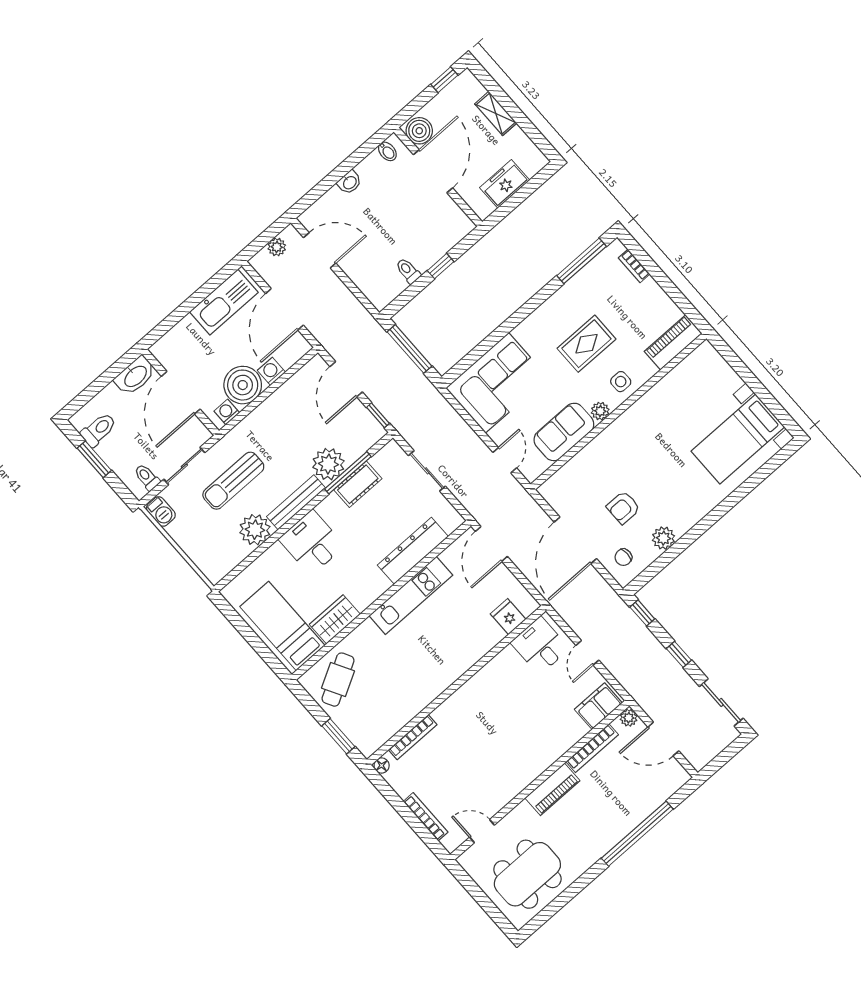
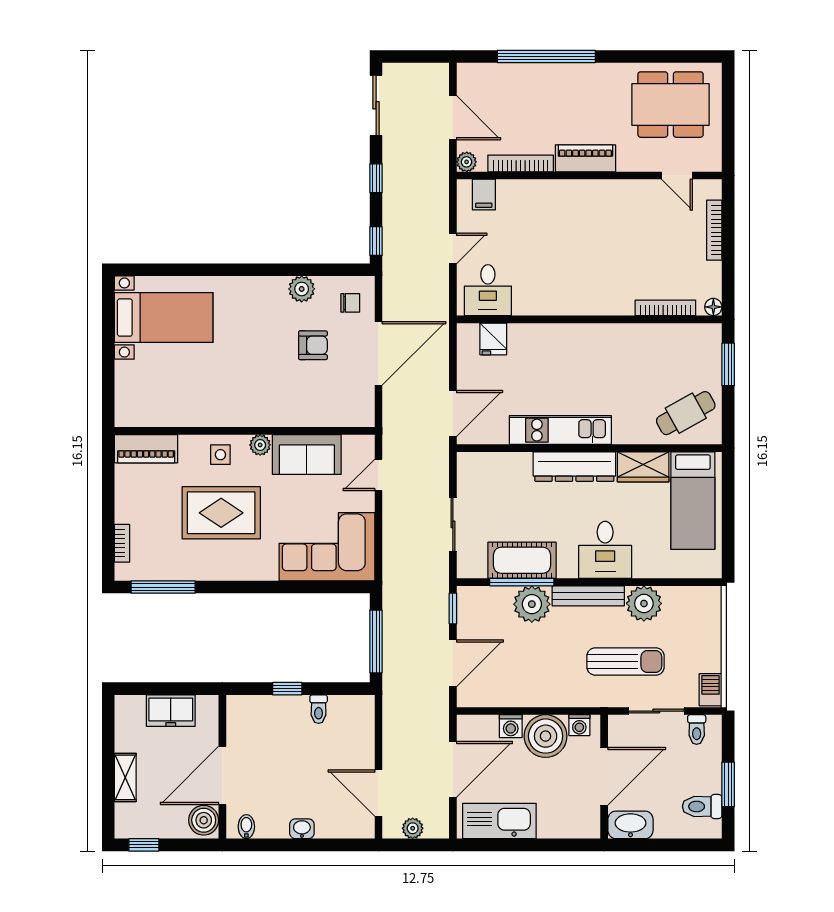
rug: (586, 344) -> (221, 513), width x1.36, depth x1.43
cot: (358, 484) -> (522, 560), width x1.37, depth x1.34
dresser: (413, 551) -> (574, 467), moved
filing cabinet: (598, 706) -> (484, 195), width x0.50

